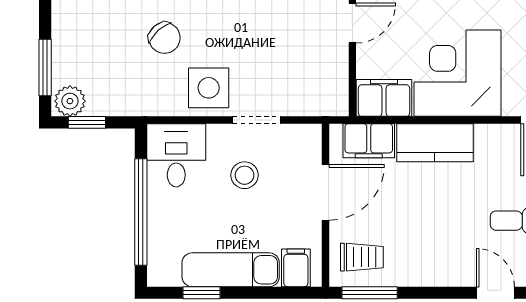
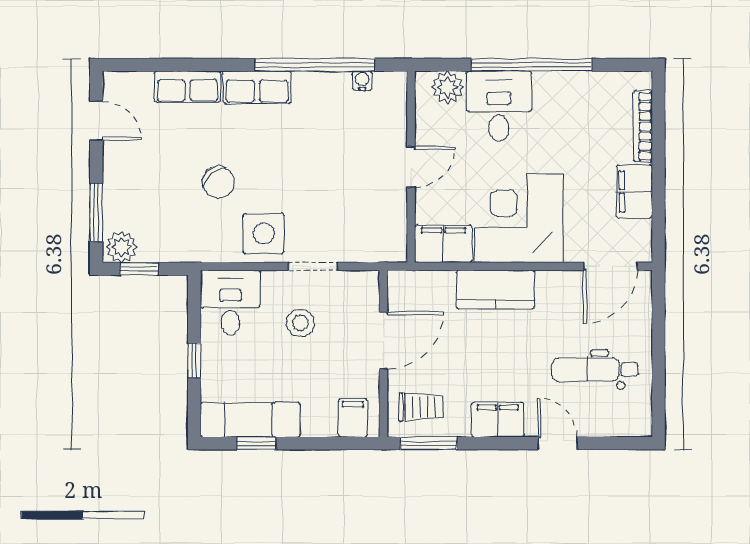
filing cabinet: (369, 141) -> (498, 420), moved, turned 180
window: (141, 212) -> (194, 361), width x0.32
exam couch: (231, 270) -> (250, 420), moved

